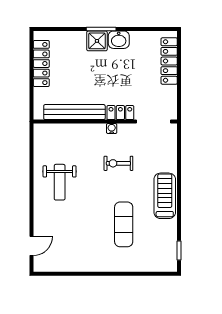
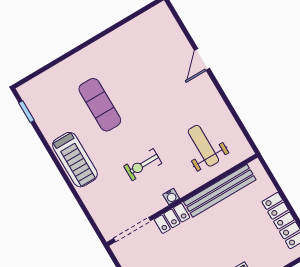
exercise bike: (118, 163) -> (143, 165), turned 180
weight bench: (60, 182) -> (203, 146), moved
door: (31, 246) -> (202, 59), moved

